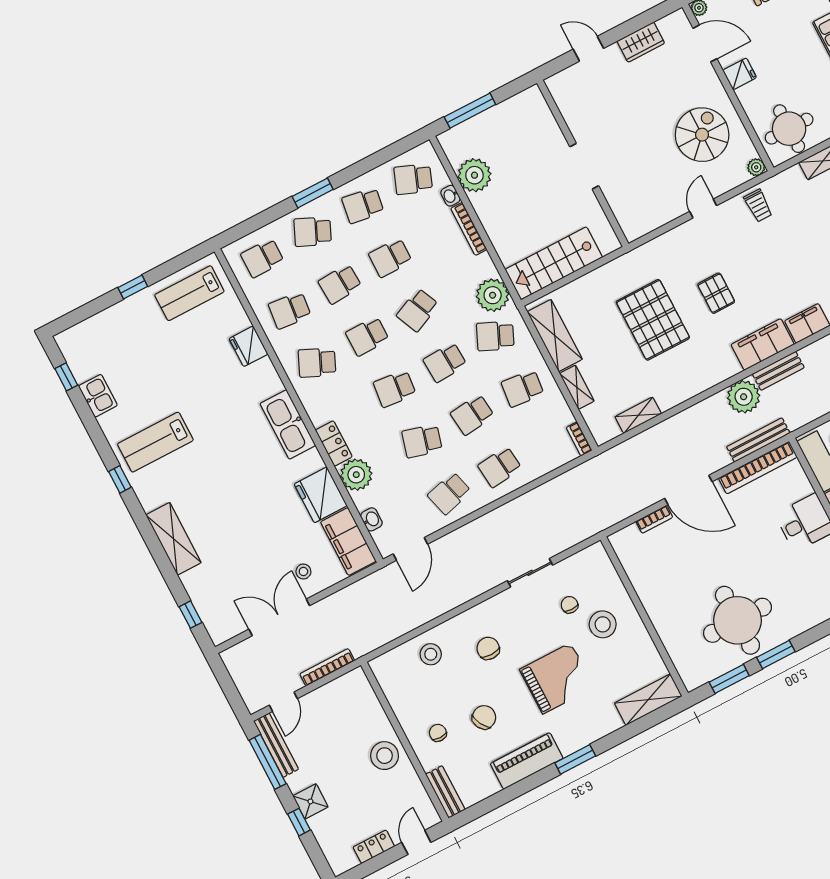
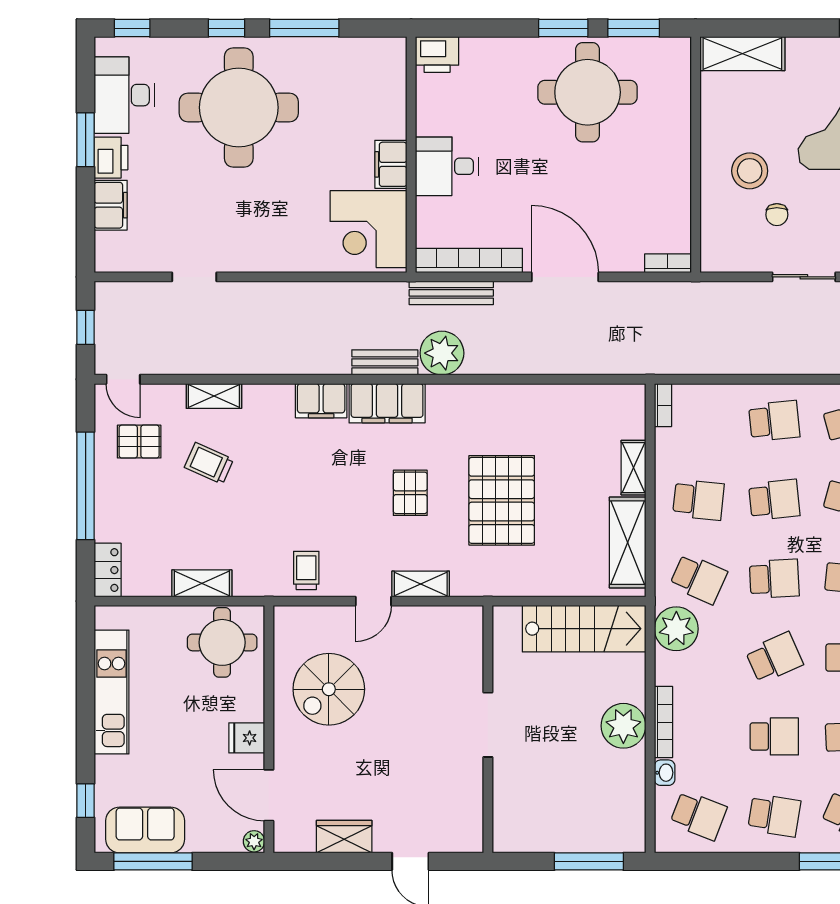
plant: (756, 167) -> (285, 617), removed
plant: (474, 175) -> (623, 726), moved
shelving: (638, 415) -> (421, 584), moved
bookcase: (654, 519) -> (668, 263), moved

